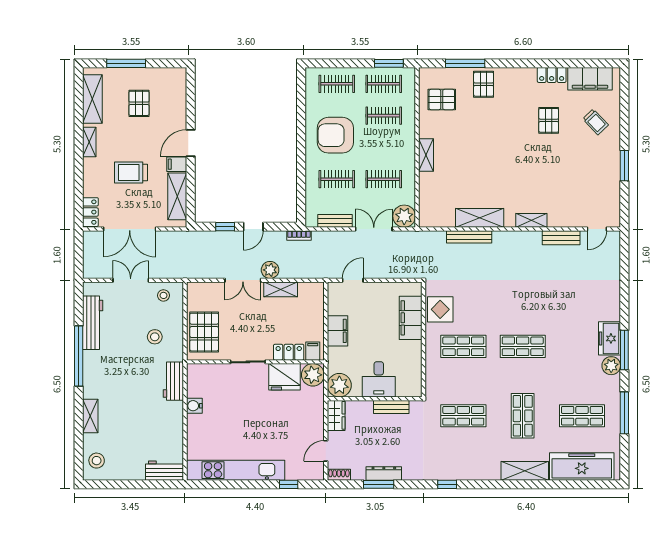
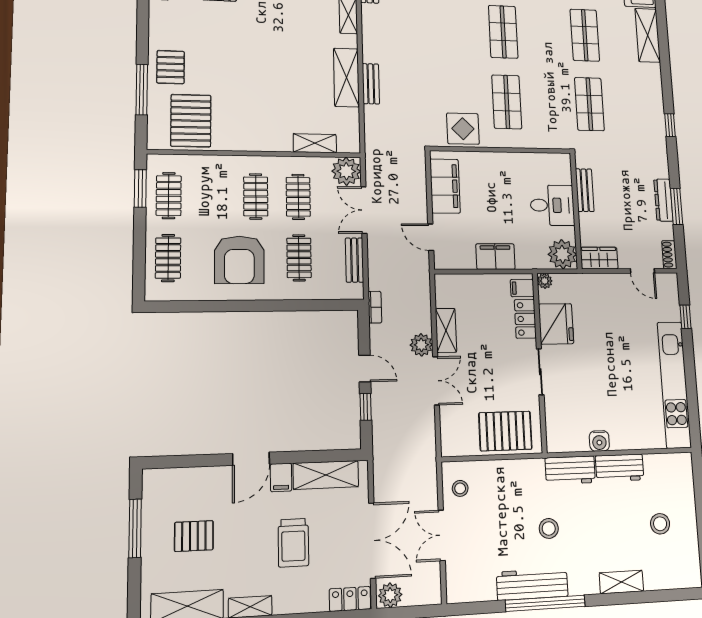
window: (126, 63) -> (135, 528), moved
pallet: (484, 84) -> (171, 67), turned 90
pallet: (442, 100) -> (191, 121), width x1.50, depth x1.42
clothes rail: (384, 116) -> (256, 196), moved
door: (191, 143) -> (251, 459), hinge flipped
shelving: (426, 155) -> (315, 143), moved
bench: (469, 237) -> (371, 84), width x0.73
plant: (91, 241) -> (390, 595), added
filing cabinet: (411, 318) -> (445, 186), moved, turned -90
workbench: (93, 323) -> (532, 584), moved
stool: (155, 337) -> (549, 528), moved
plant: (313, 375) -> (545, 281), width x0.53, depth x0.53
shop shelf: (523, 416) -> (585, 35), turned 90
stool: (97, 461) -> (660, 524), moved
workbench: (165, 471) -> (620, 468), moved, turned -90

